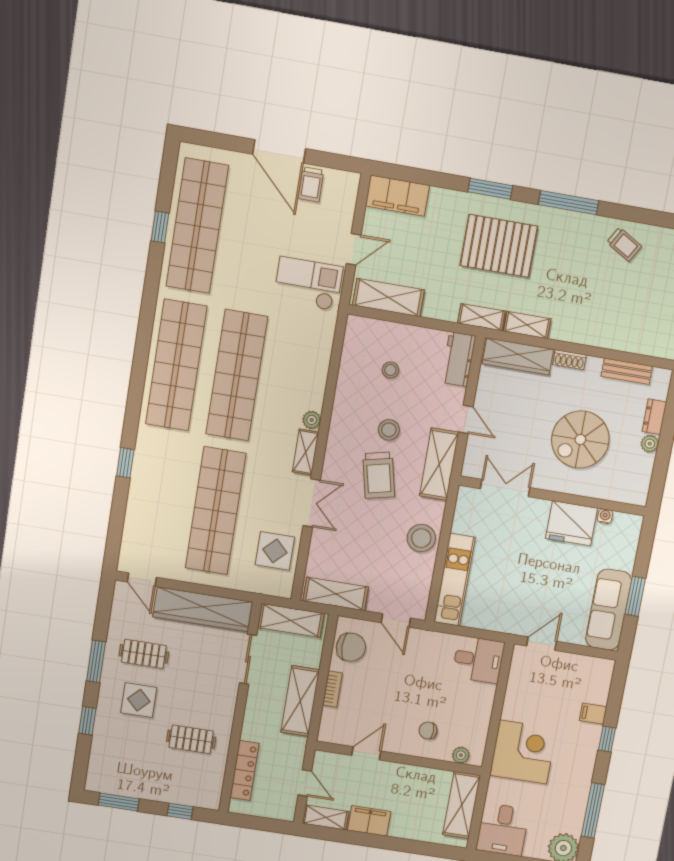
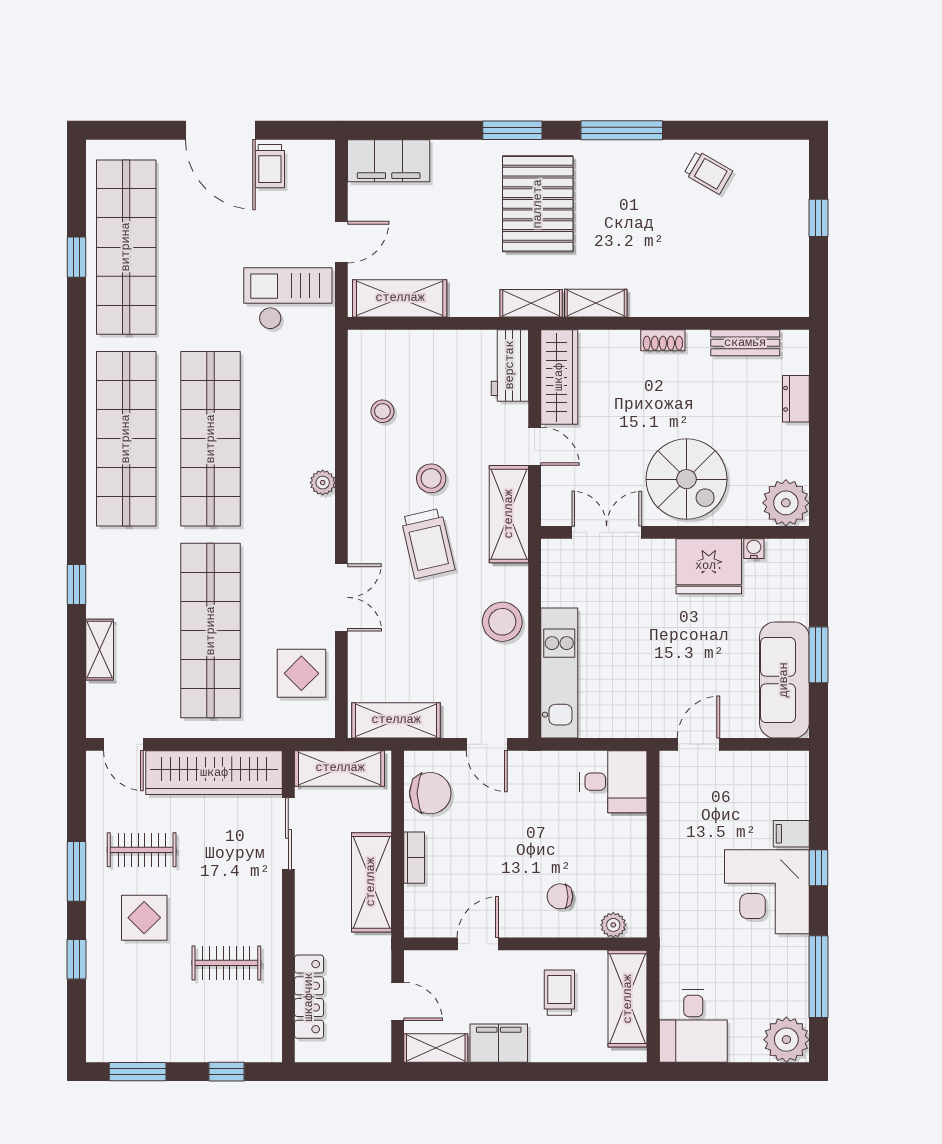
pallet: (499, 246) -> (538, 204), turned 90
wardrobe: (518, 356) -> (559, 377), moved, turned -90
stool: (390, 370) -> (382, 411), moved
spiral stairs: (580, 440) -> (687, 479), moved, turned -90
plant: (650, 444) -> (786, 503), moved, width x1.87, depth x1.87
shelving: (306, 452) -> (100, 650), moved
corner desk: (523, 752) -> (767, 892), moved, turned 180
trolley: (416, 794) -> (559, 993), added

